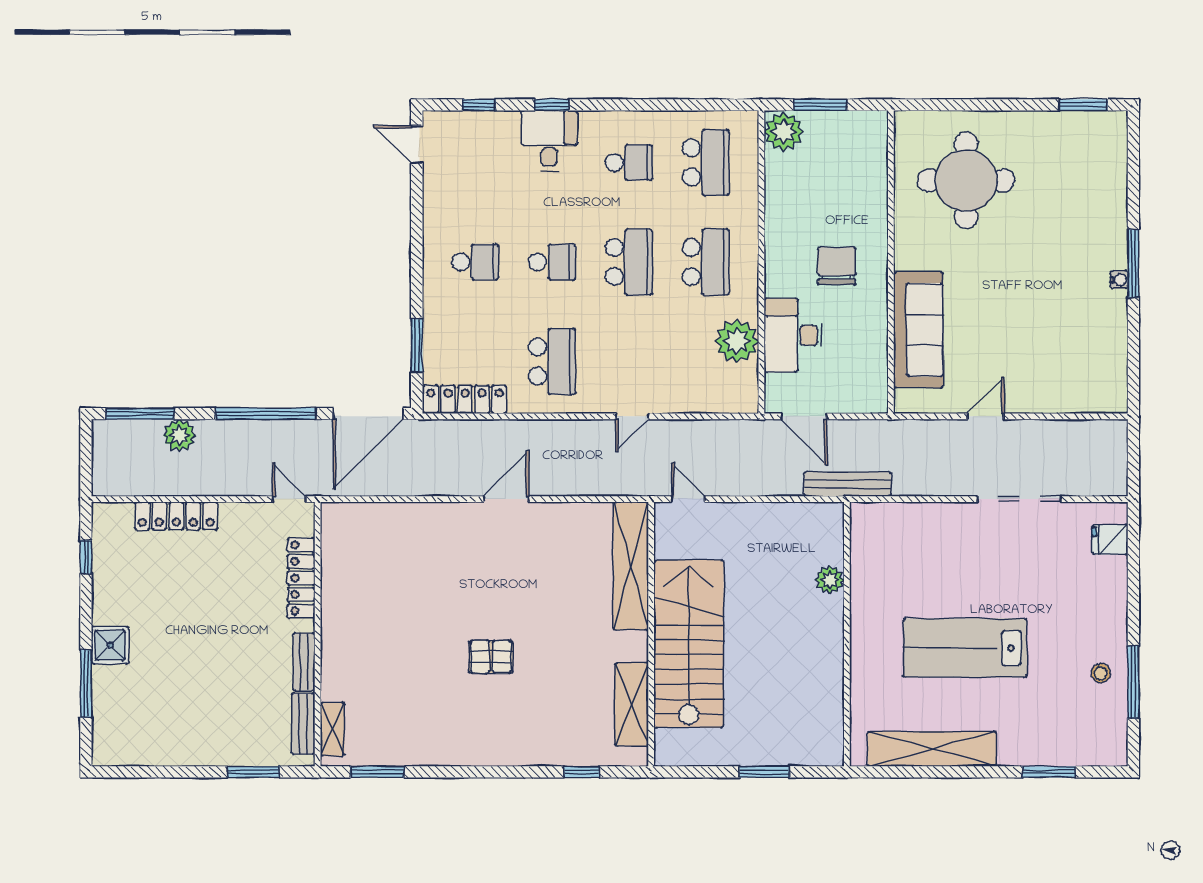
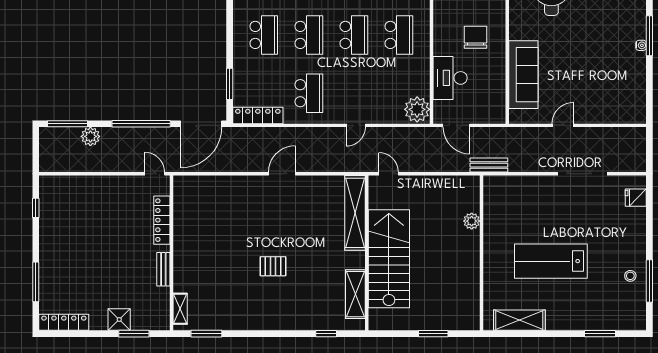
school desk: (475, 262) -> (264, 35), width x1.85
school desk: (552, 262) -> (309, 35), width x1.85
plant: (737, 341) -> (417, 109), moved
bench: (848, 484) -> (489, 165), width x0.73
locker: (176, 516) -> (64, 322), moved, turned 180
shower: (110, 645) -> (119, 319), moved
bench: (303, 724) -> (163, 305), removed
shelving: (932, 749) -> (519, 320), width x0.68

